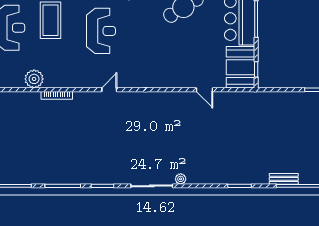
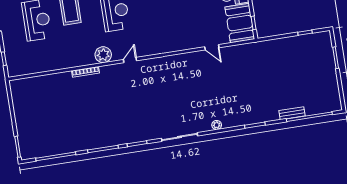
plant: (34, 79) -> (103, 55), moved
plant: (181, 179) -> (217, 125), moved

